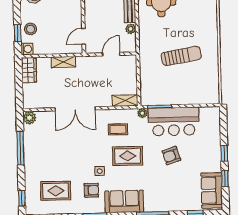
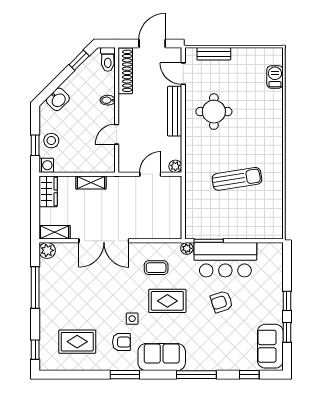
plant: (131, 29) -> (175, 166), moved
door: (84, 36) -> (117, 134), moved
shelving: (125, 101) -> (54, 232), moved

